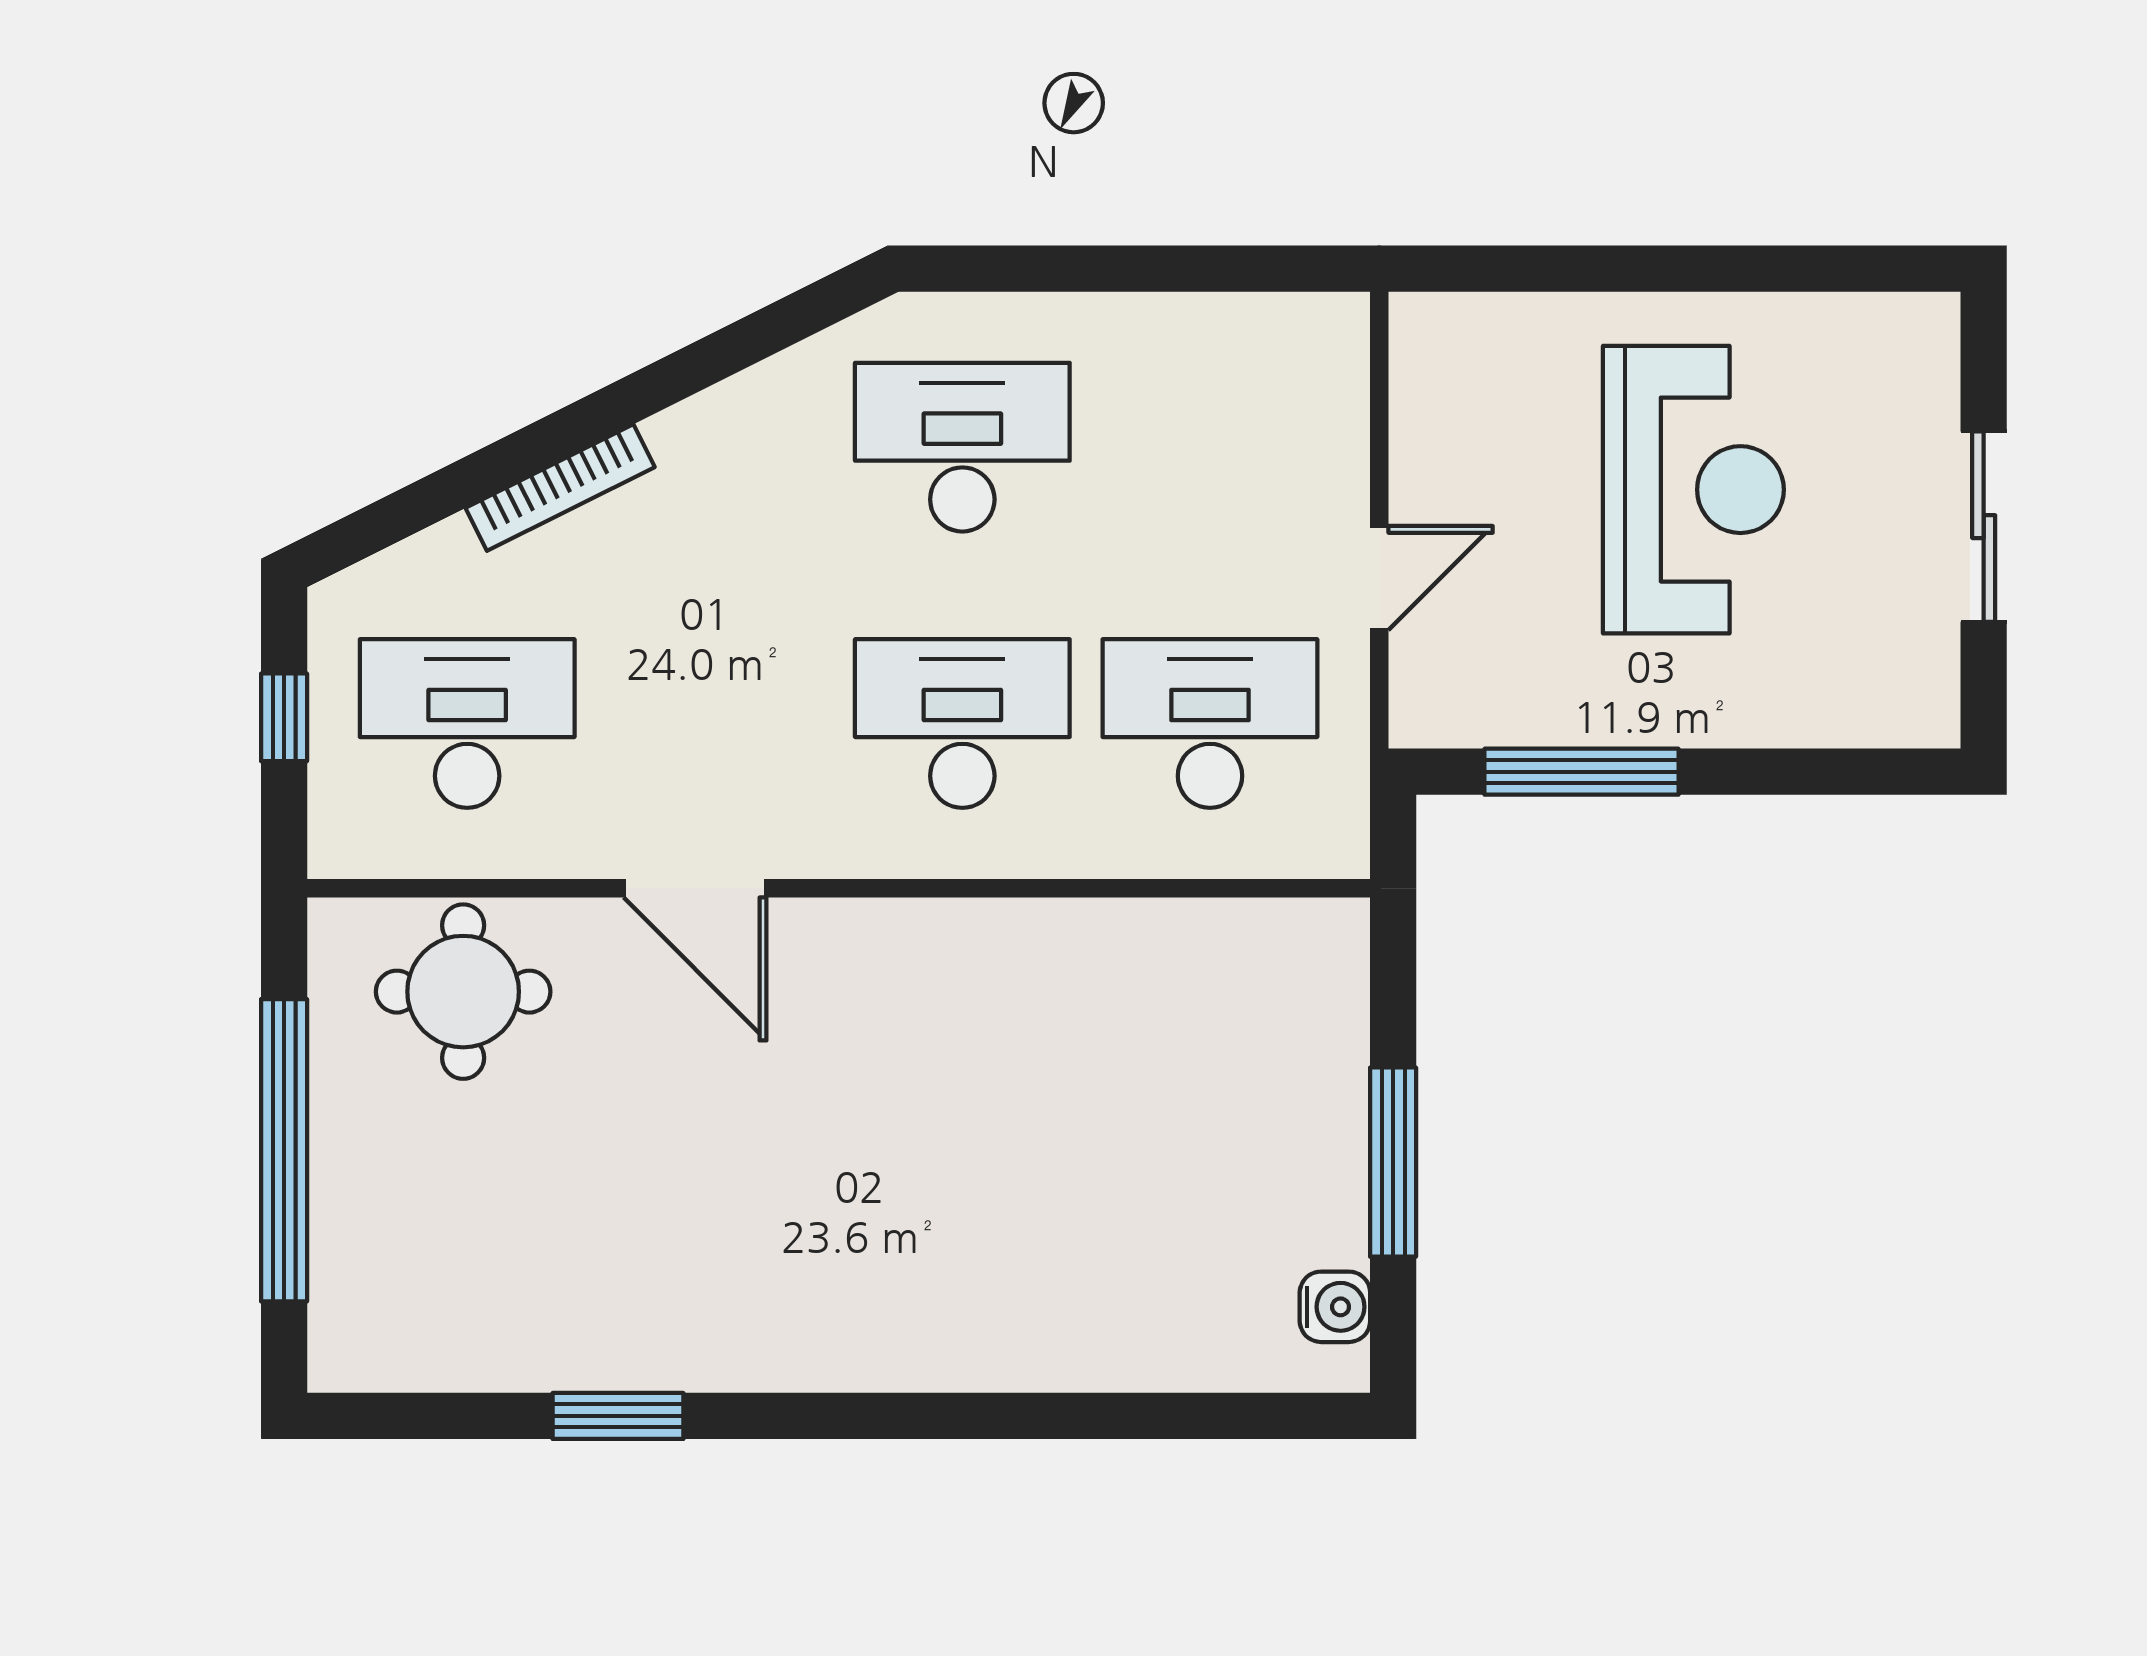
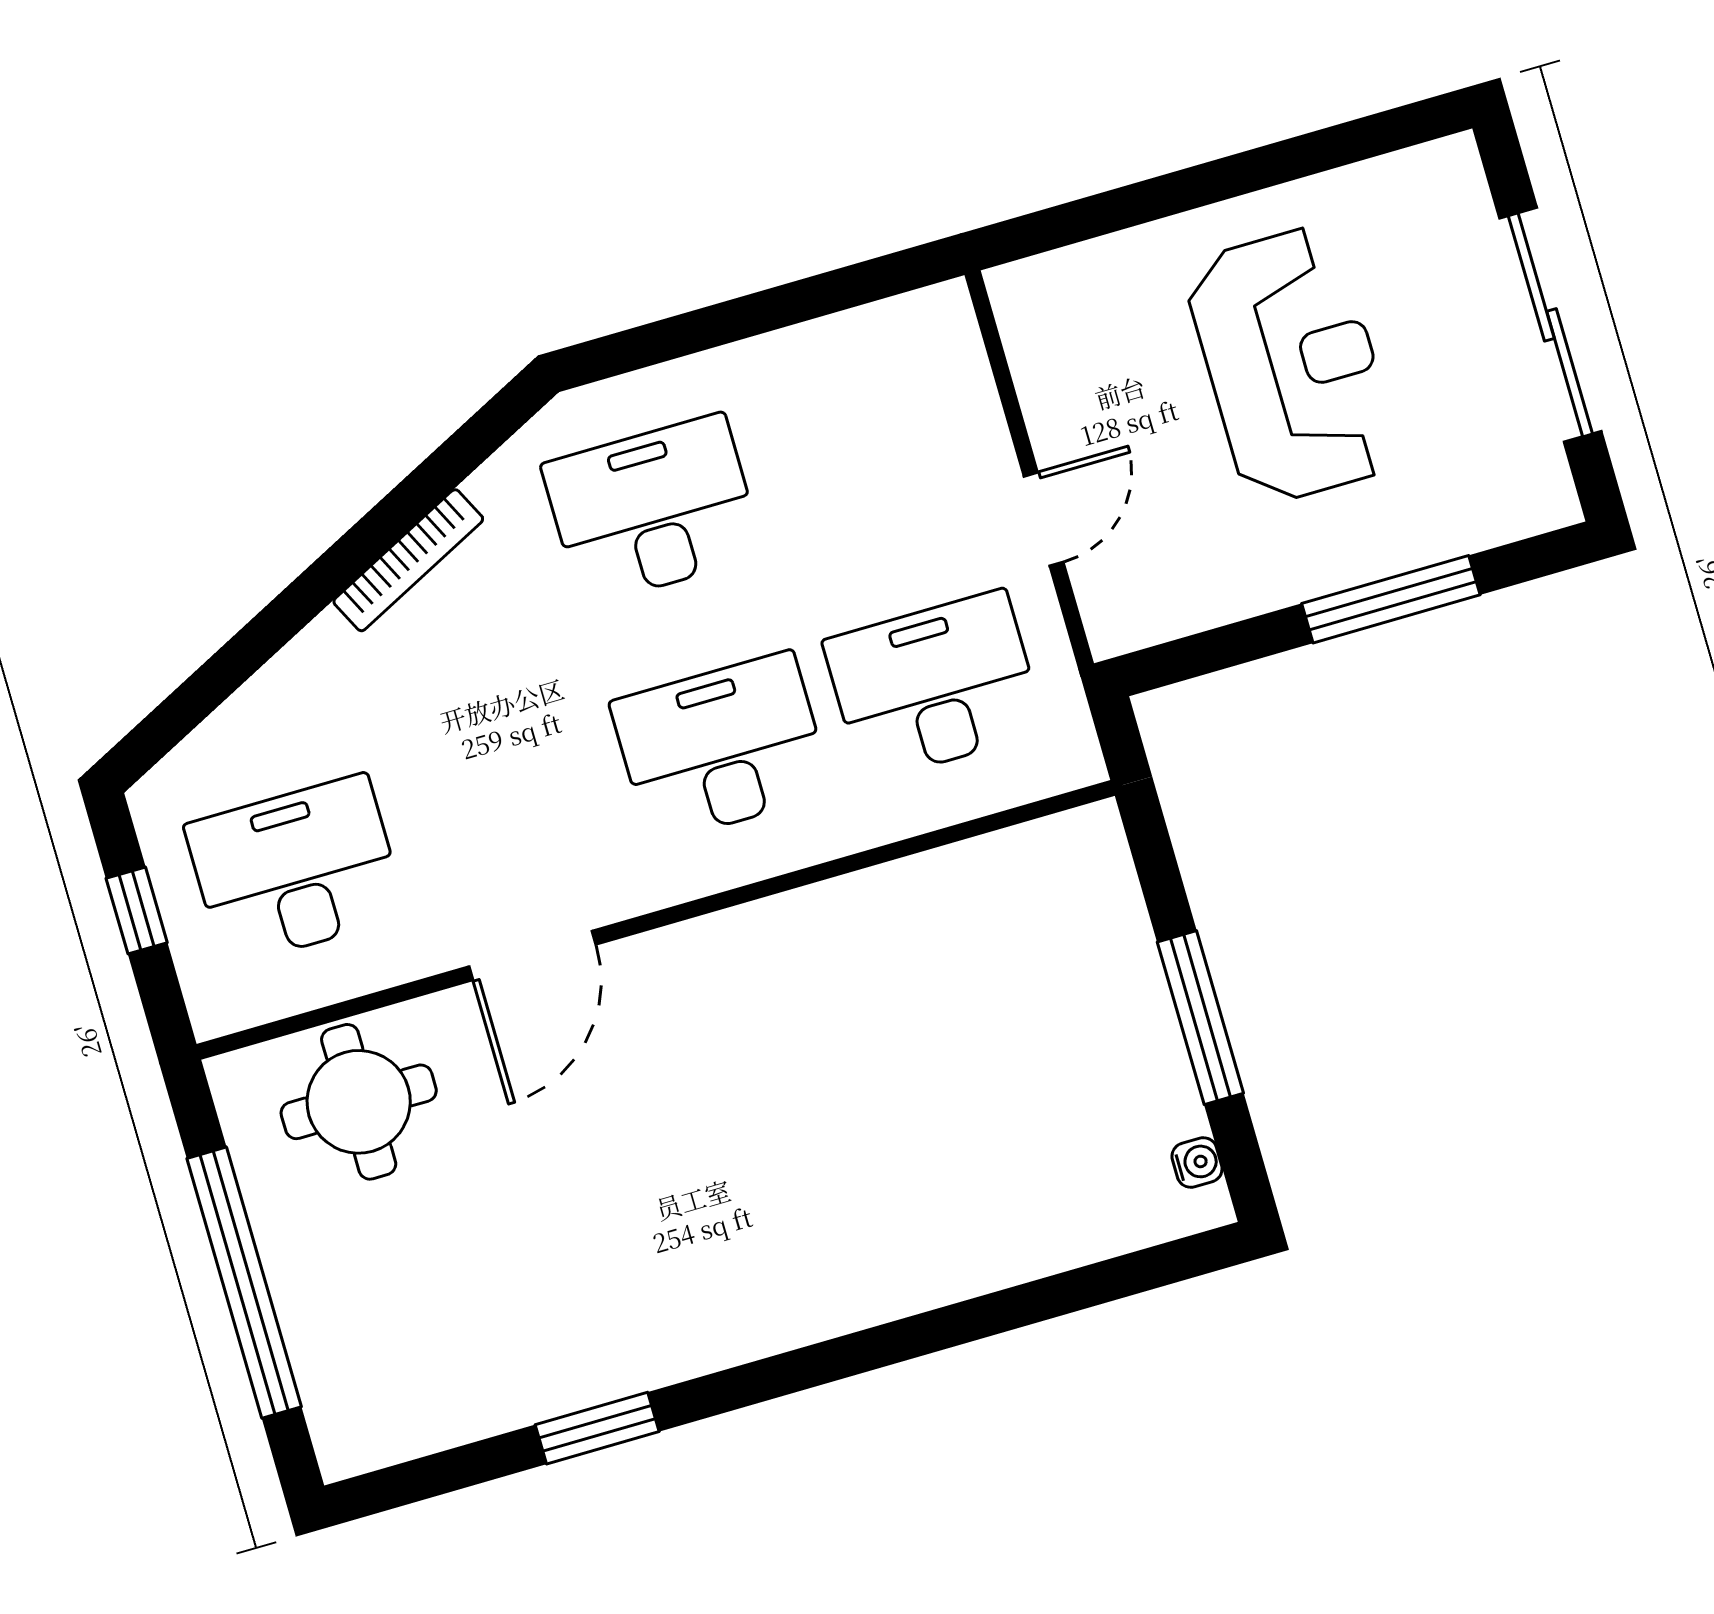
bookcase: (560, 487) -> (408, 560), moved
sliding door: (1984, 527) -> (1550, 325), width x1.37
window: (1582, 772) -> (1391, 599), moved
door: (695, 888) -> (532, 955), hinge flipped
water cooler: (1335, 1307) -> (1197, 1162), width x0.72, depth x0.72

